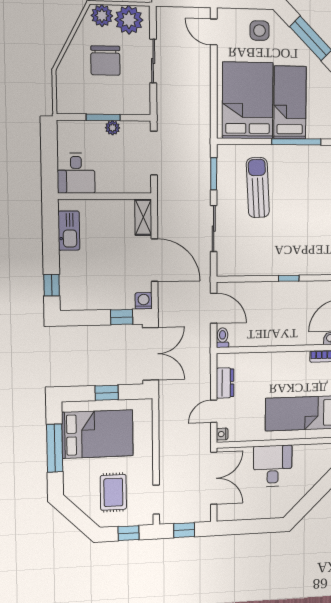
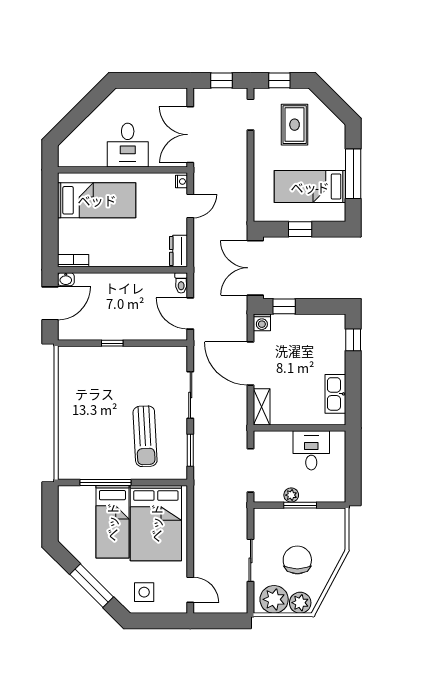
desk: (76, 173) -> (311, 450), moved
dresser: (225, 383) -> (179, 251), moved
bed: (97, 434) -> (310, 187), width x0.67

